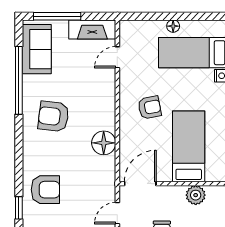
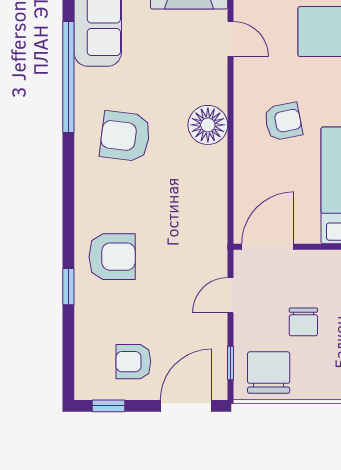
door: (117, 57) -> (230, 39), swing flipped
floor lamp: (104, 143) -> (208, 125), moved

